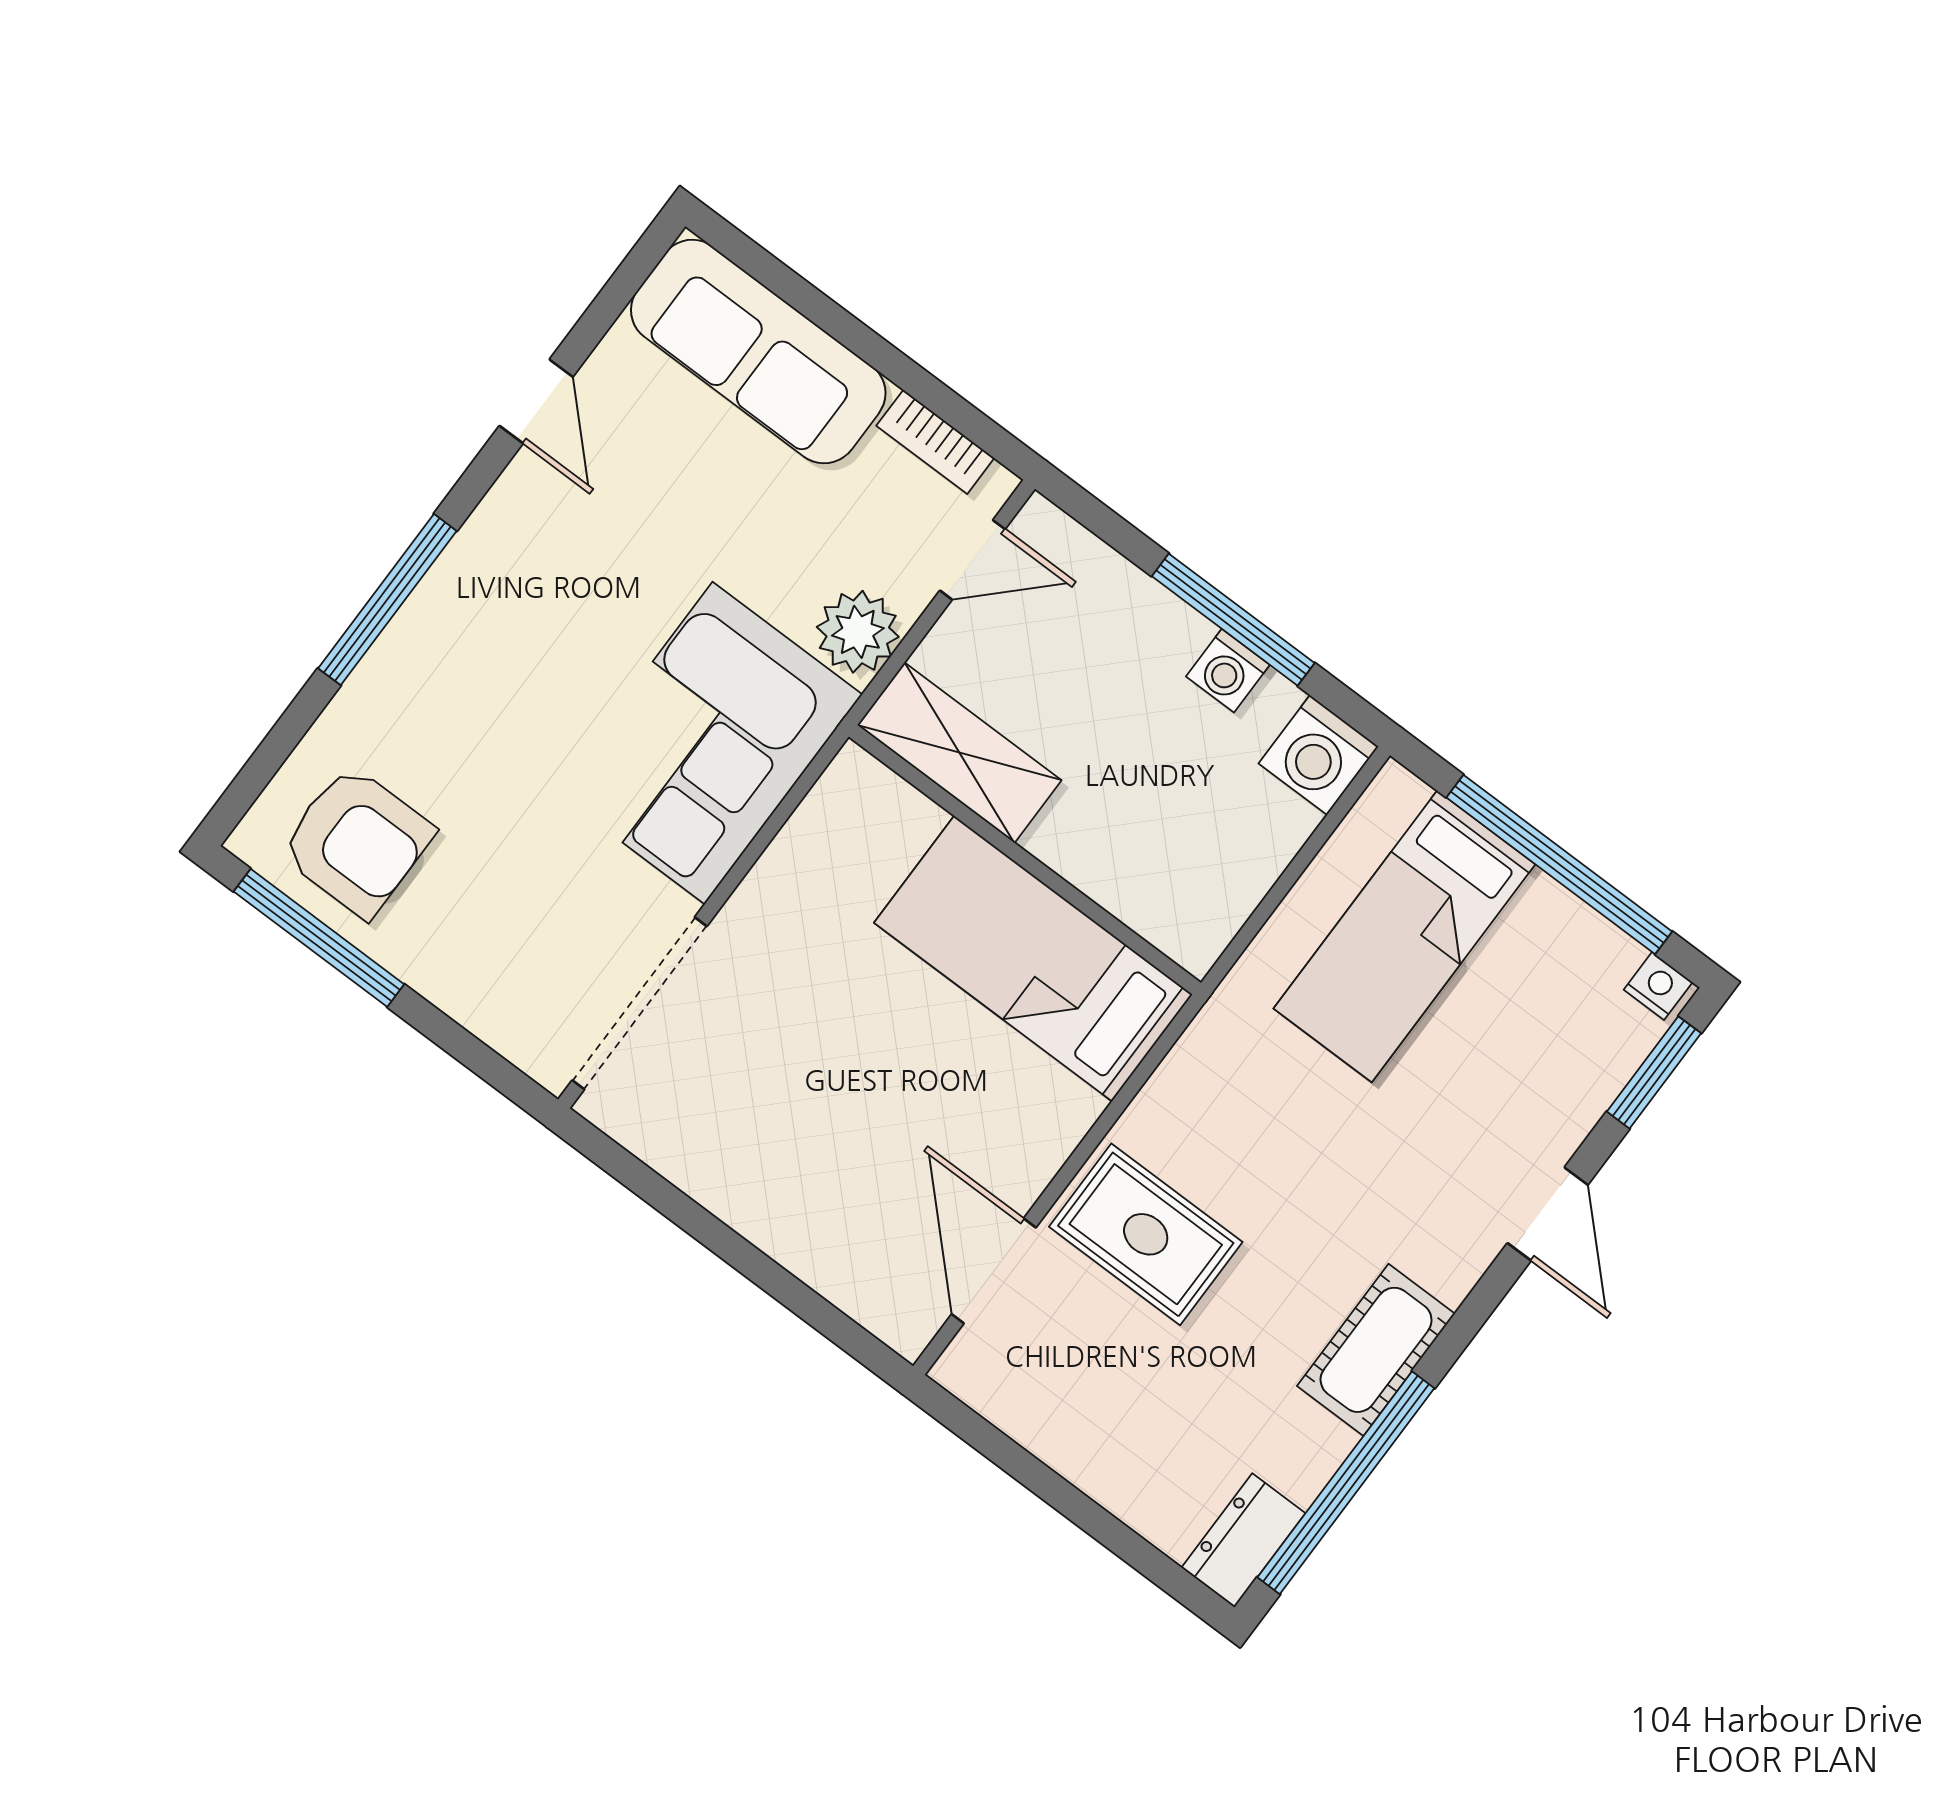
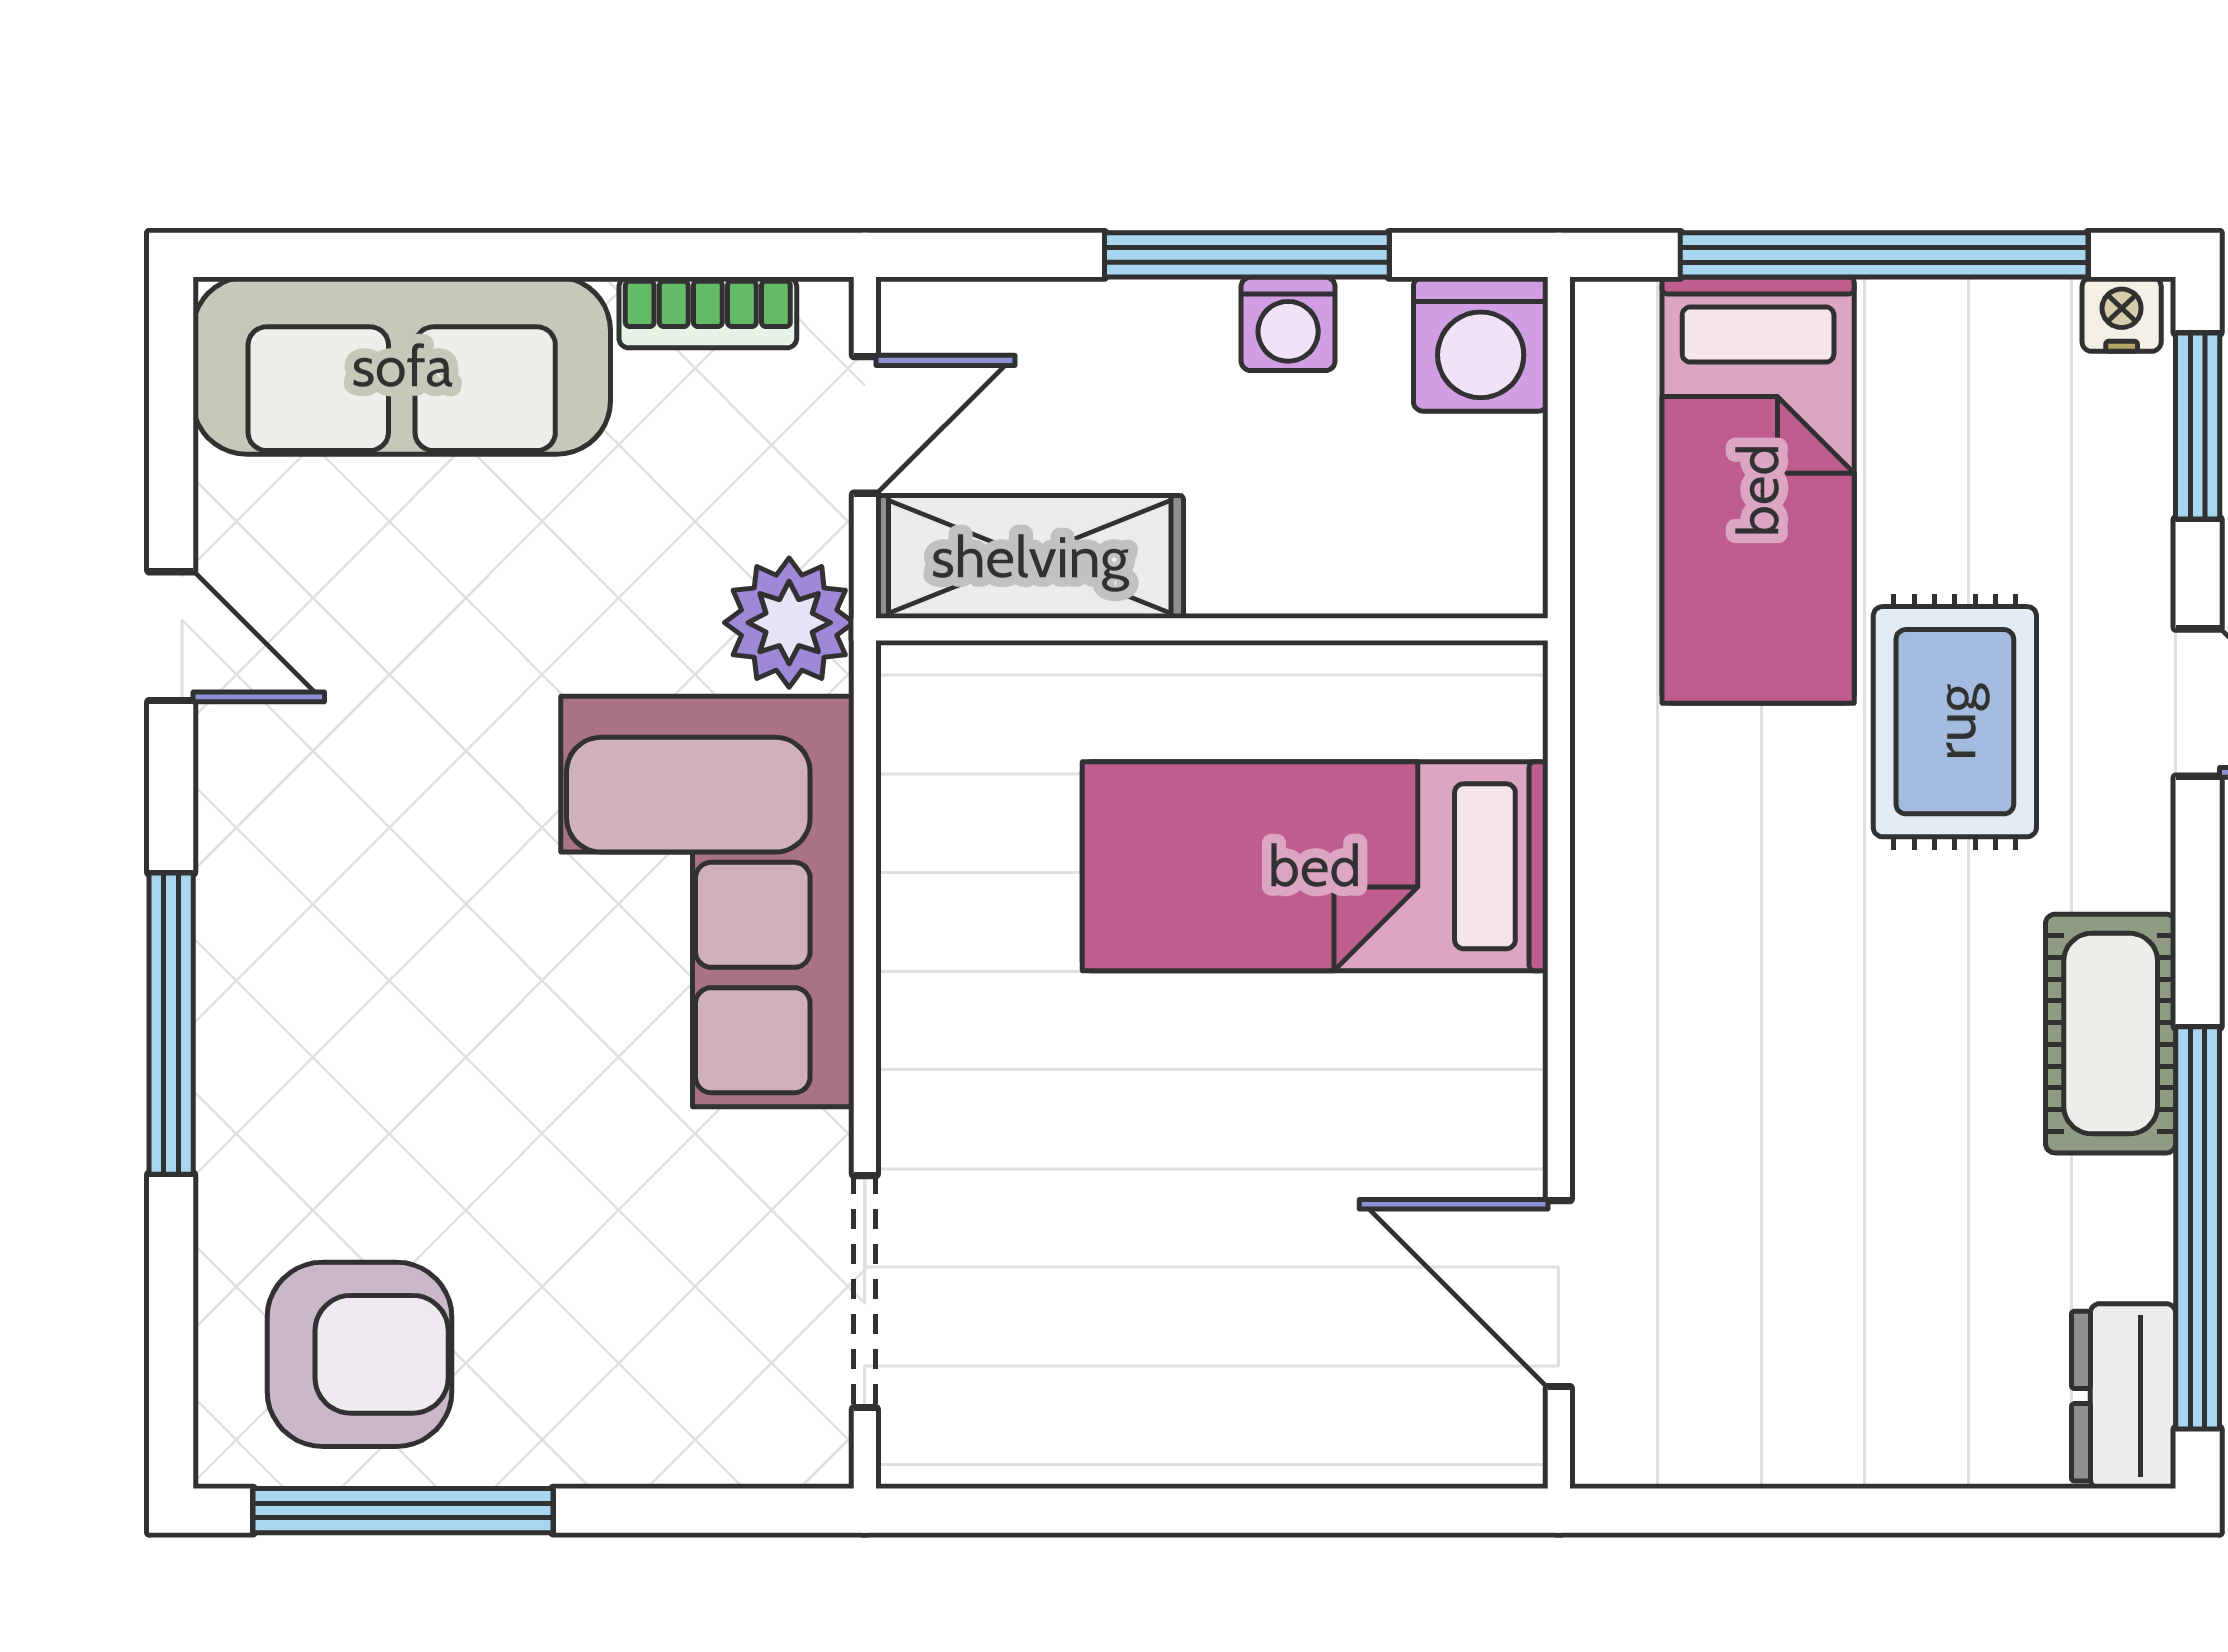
shelving: (959, 753) -> (1030, 557), moved
wall: (1025, 860) -> (1212, 629), moved
doorway: (639, 1003) -> (865, 1292), width x0.73
rug: (1146, 1234) -> (1955, 722), moved, turned 90

